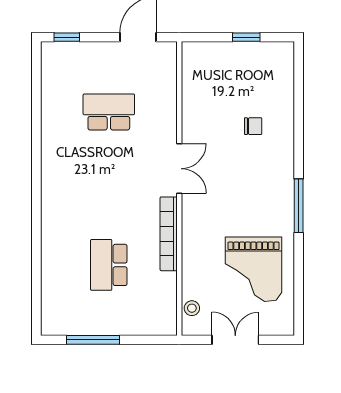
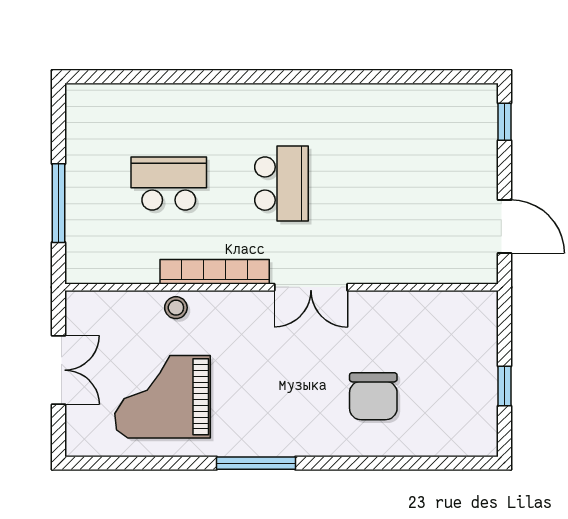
school desk: (109, 112) -> (281, 184), moved
chair: (253, 126) -> (373, 396), width x1.87, depth x1.87
stool: (192, 308) -> (176, 308), moved
window: (93, 340) -> (58, 203), moved

